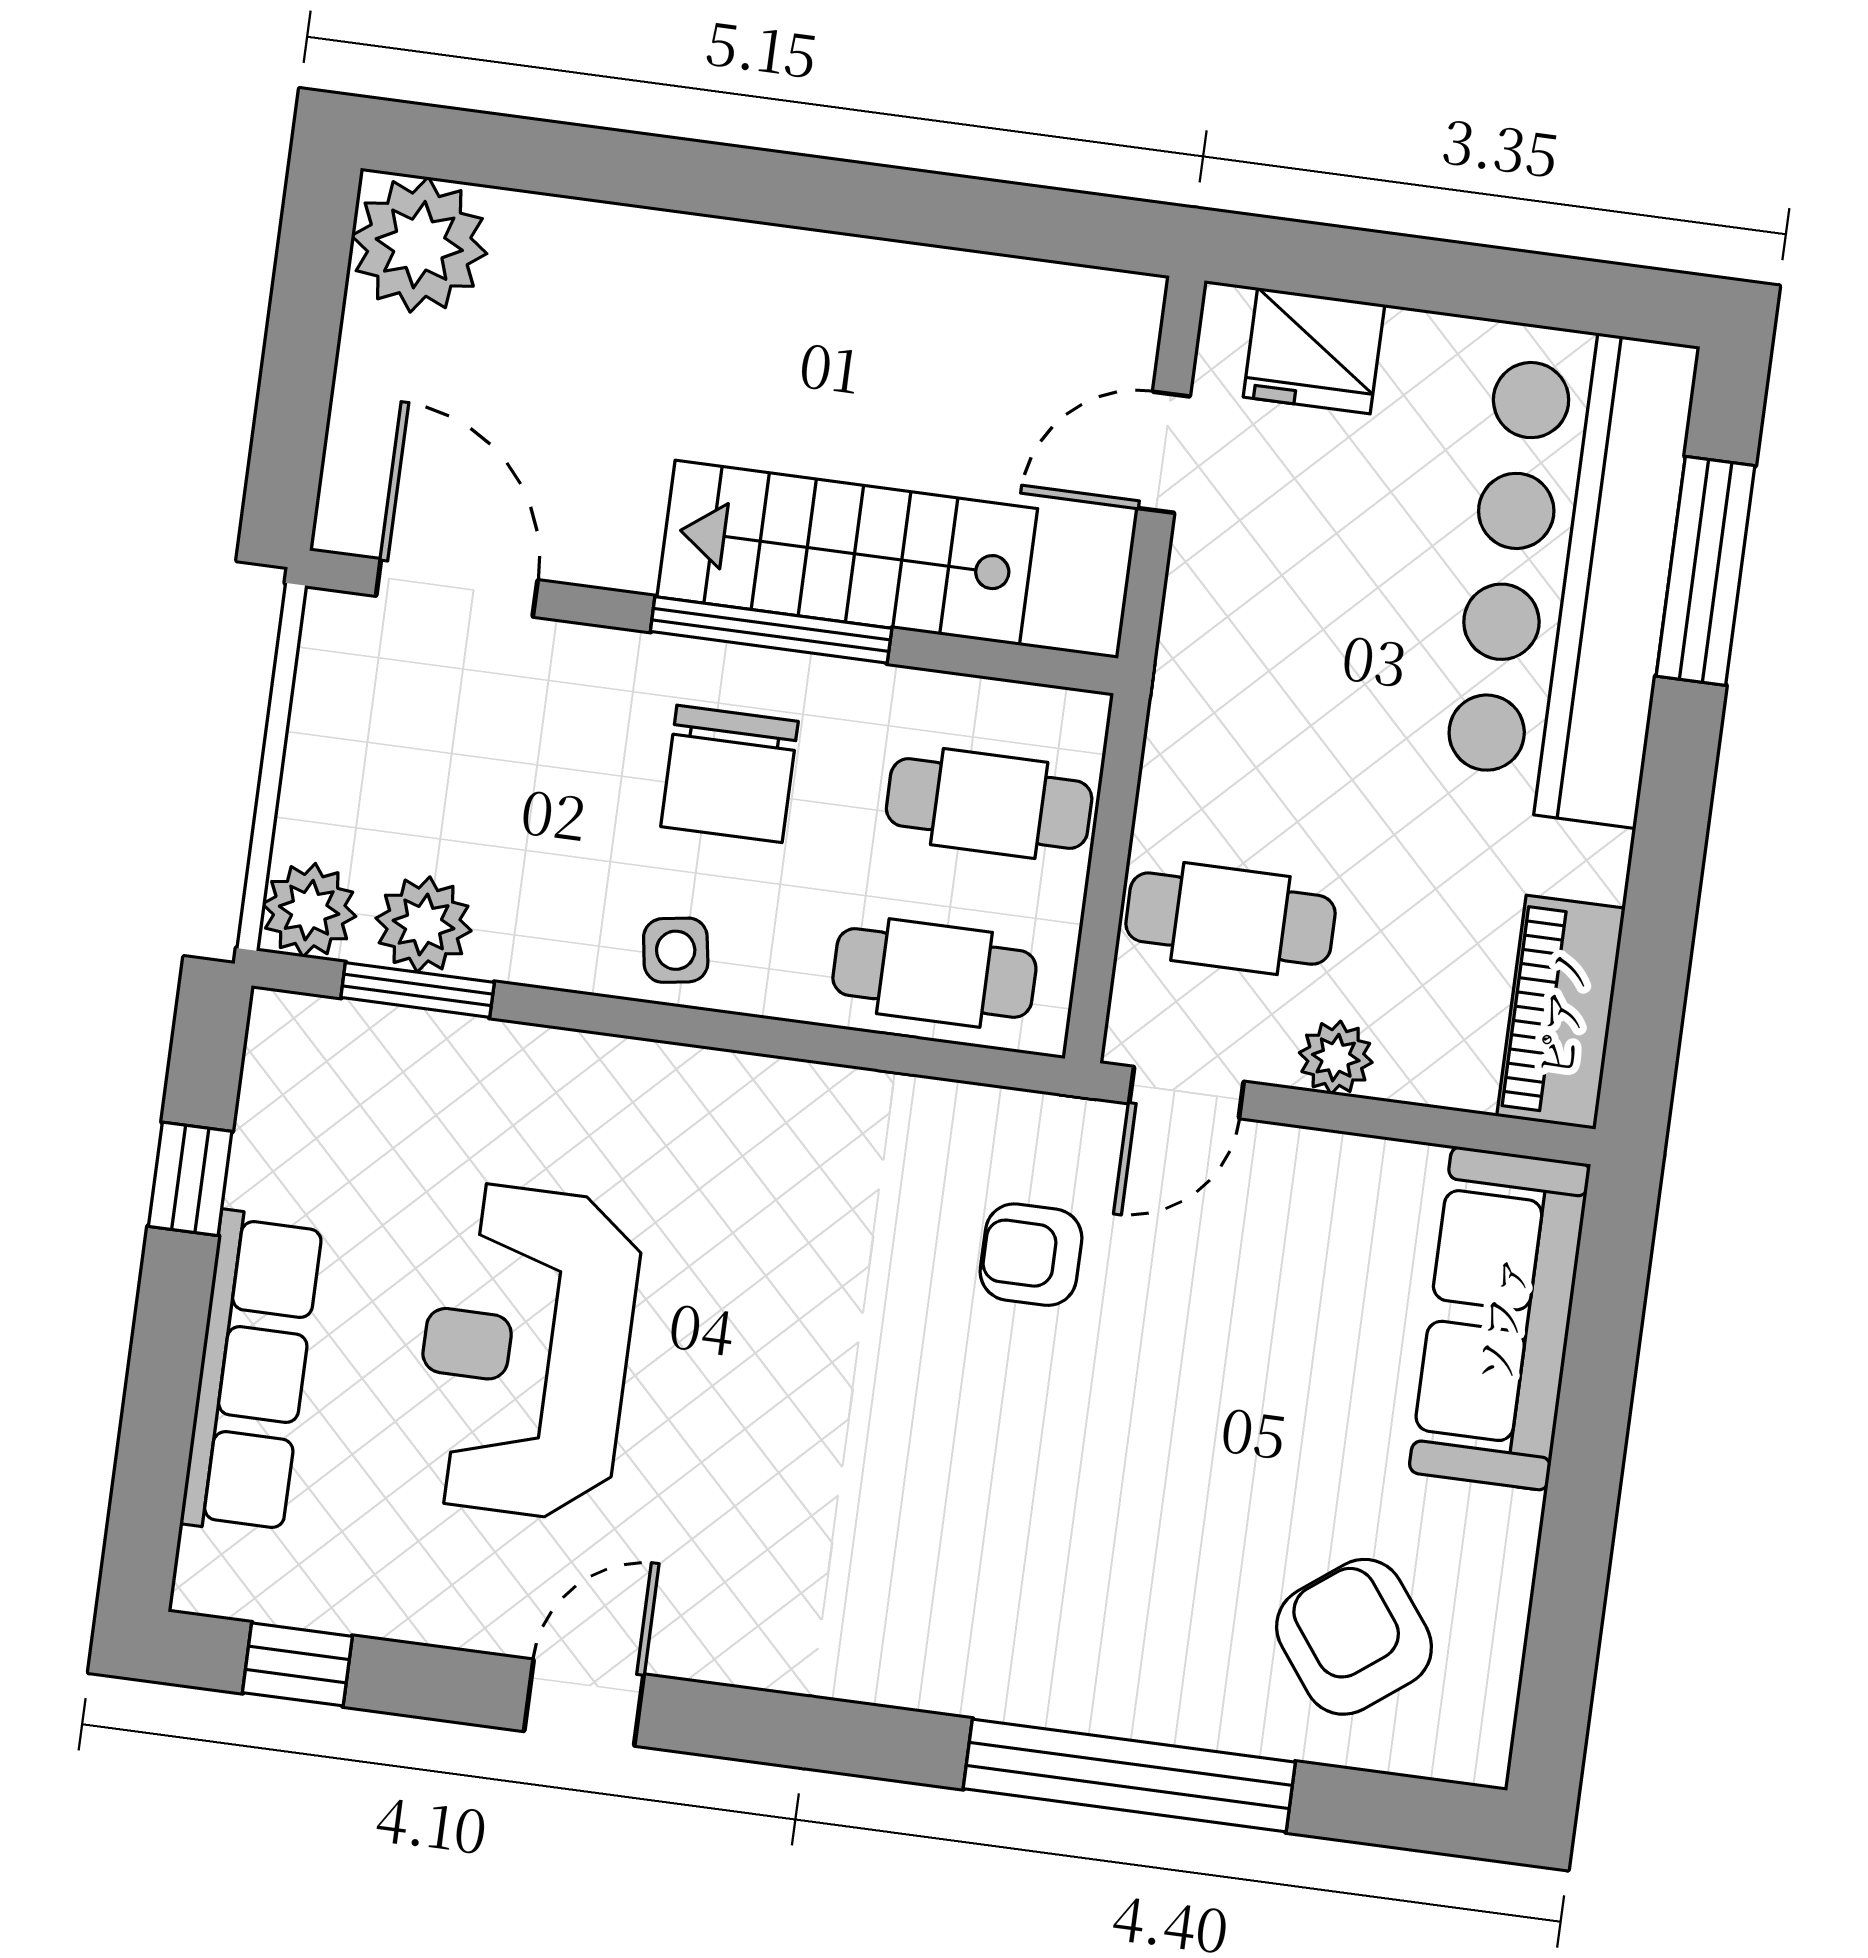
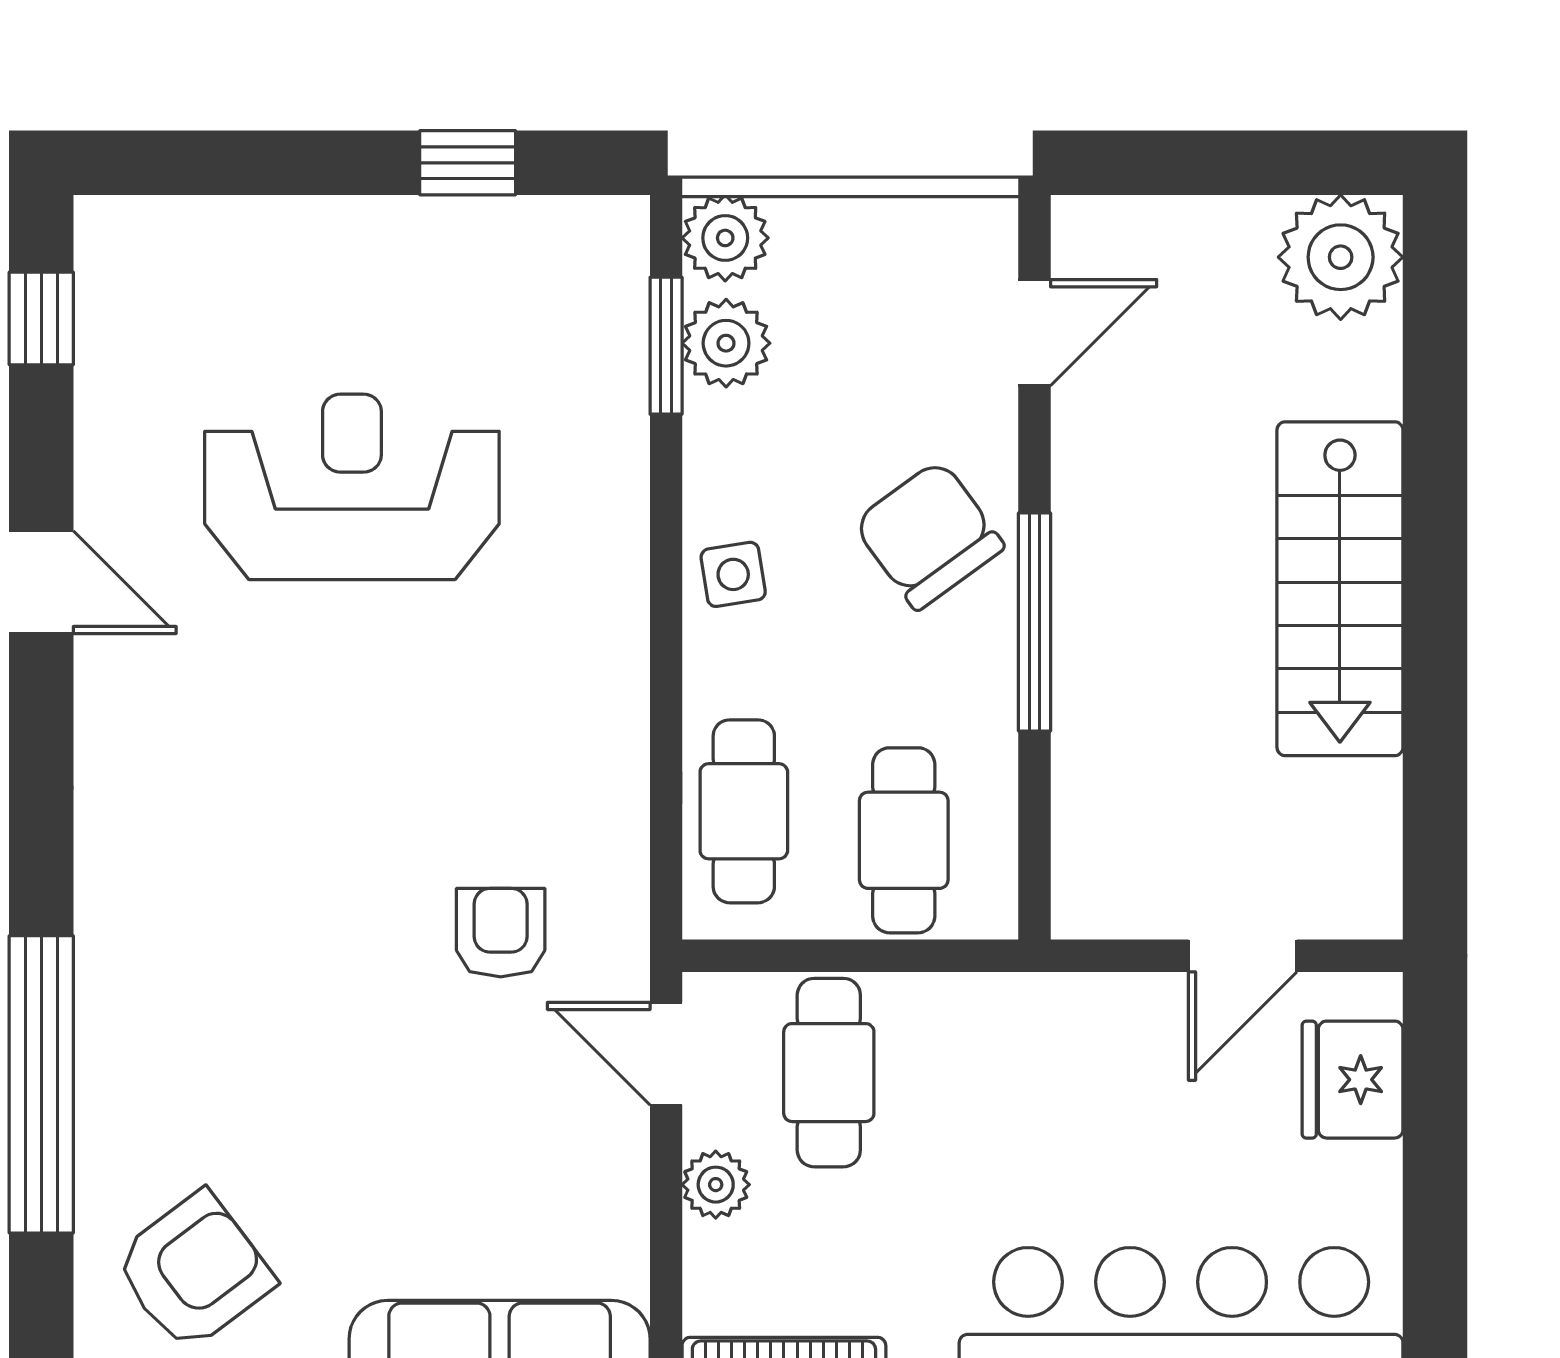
door: (1164, 452) -> (1243, 956), swing flipped
stairs: (847, 553) -> (1340, 589), moved, turned 180
door: (457, 588) -> (1035, 333), width x0.73
chair: (729, 774) -> (929, 535), moved, turned 54
row of seats: (252, 1373) -> (299, 242), removed

